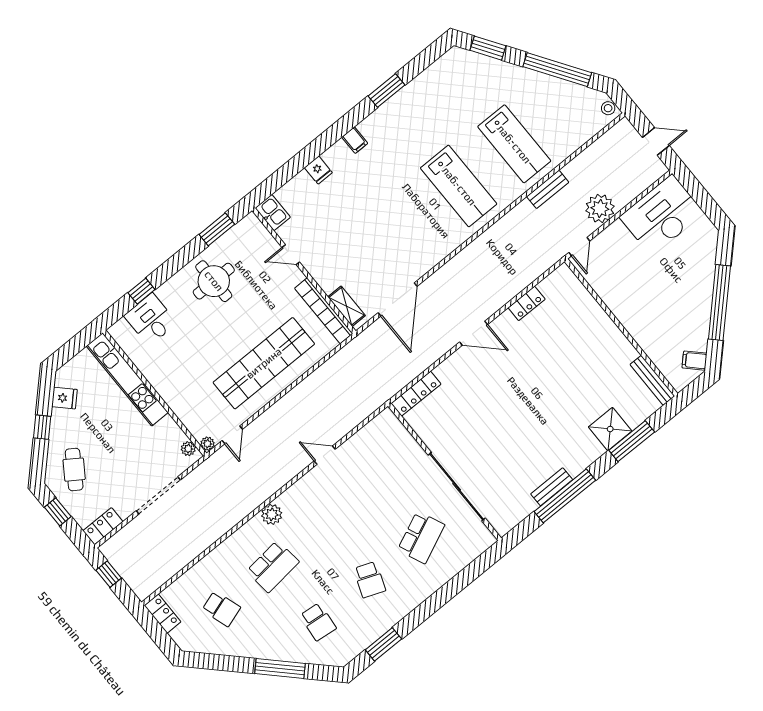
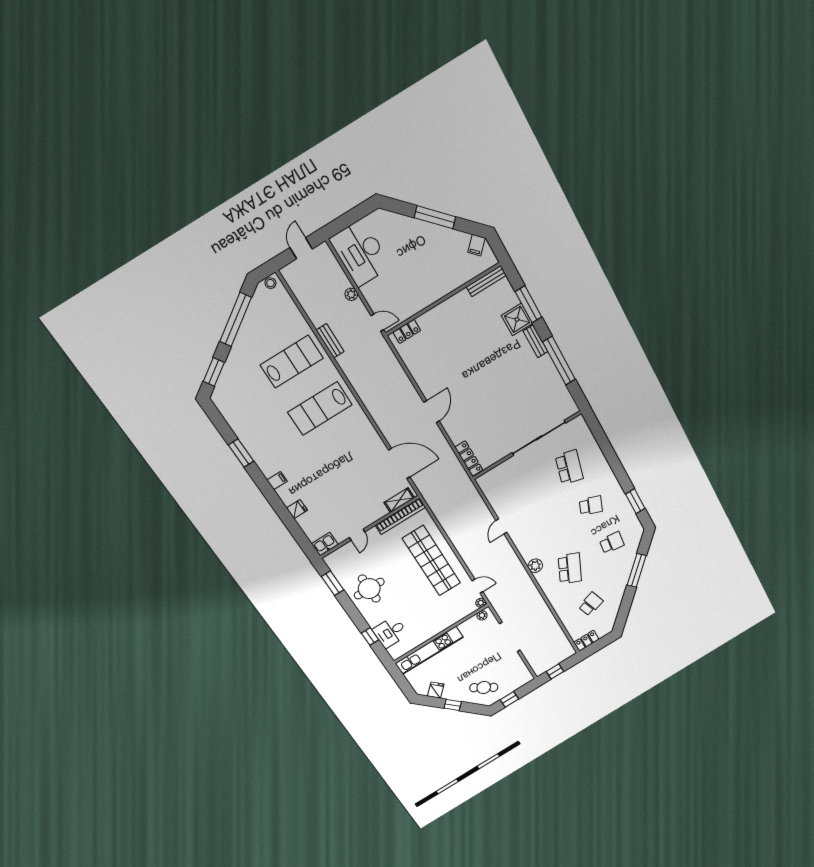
lab bench: (459, 186) -> (320, 408), turned 180
plant: (600, 209) -> (351, 294), width x0.53, depth x0.53
locker: (527, 303) -> (407, 331), moved, turned 90
window: (719, 303) -> (435, 217), width x0.68
bench: (552, 487) -> (536, 341), moved
locker: (103, 526) -> (524, 673), removed
school desk: (421, 537) -> (569, 467), turned 39
school desk: (273, 566) -> (570, 568), turned 30

